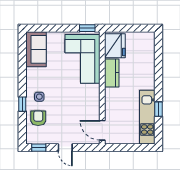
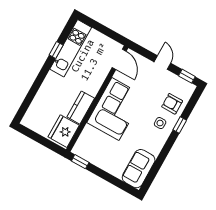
corner sofa: (82, 59) -> (115, 109), moved
armchair: (38, 118) -> (172, 104), turned 90

